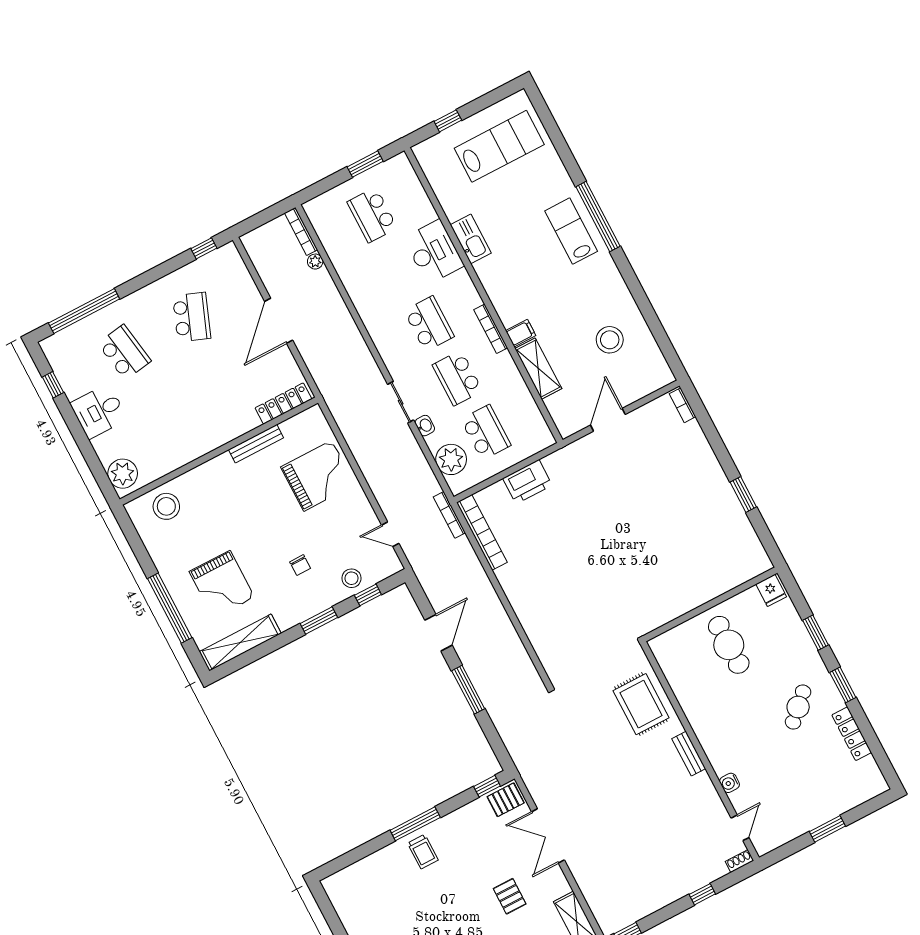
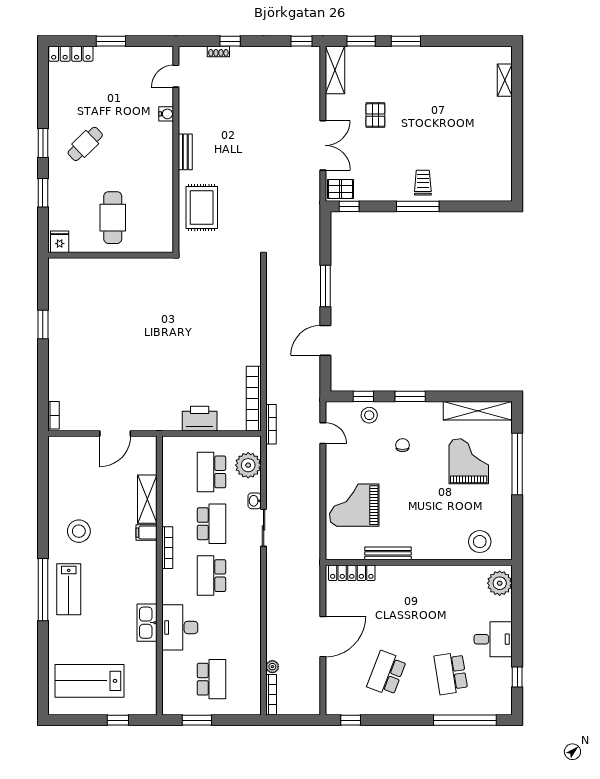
stool: (610, 340) -> (79, 531), moved
locker: (852, 734) -> (71, 54), moved, turned 90
shoe rack: (739, 861) -> (218, 51), moved

